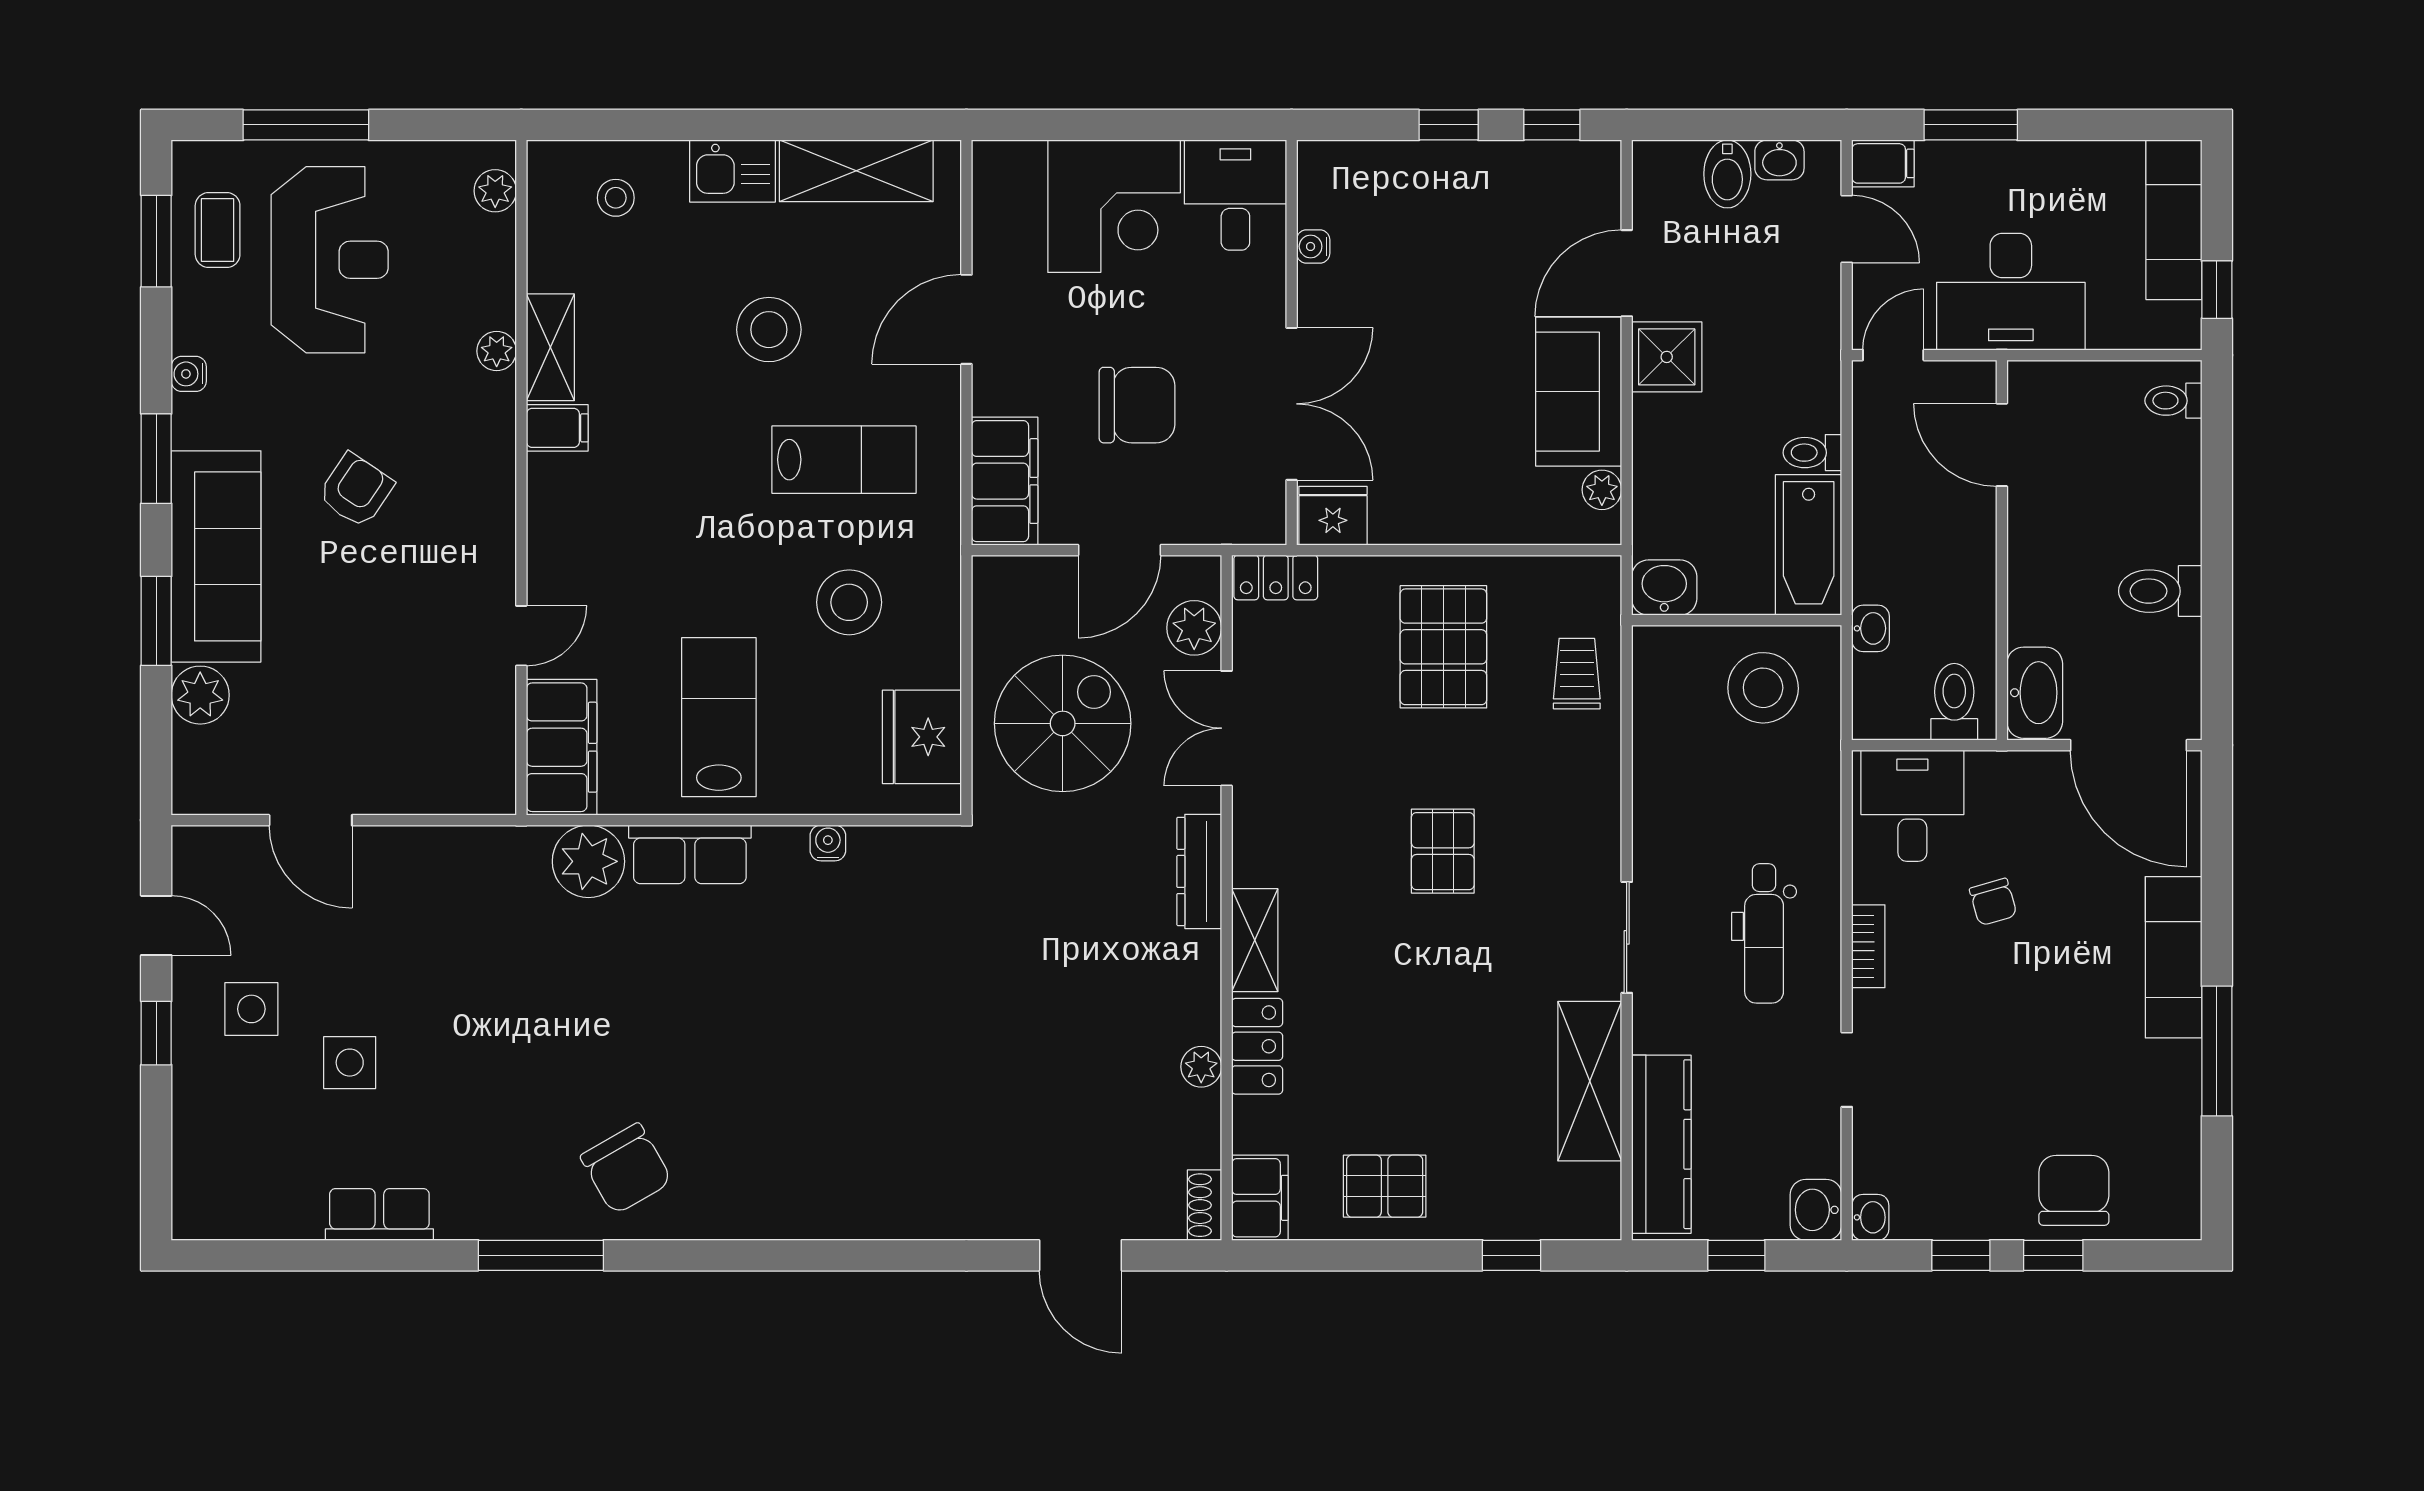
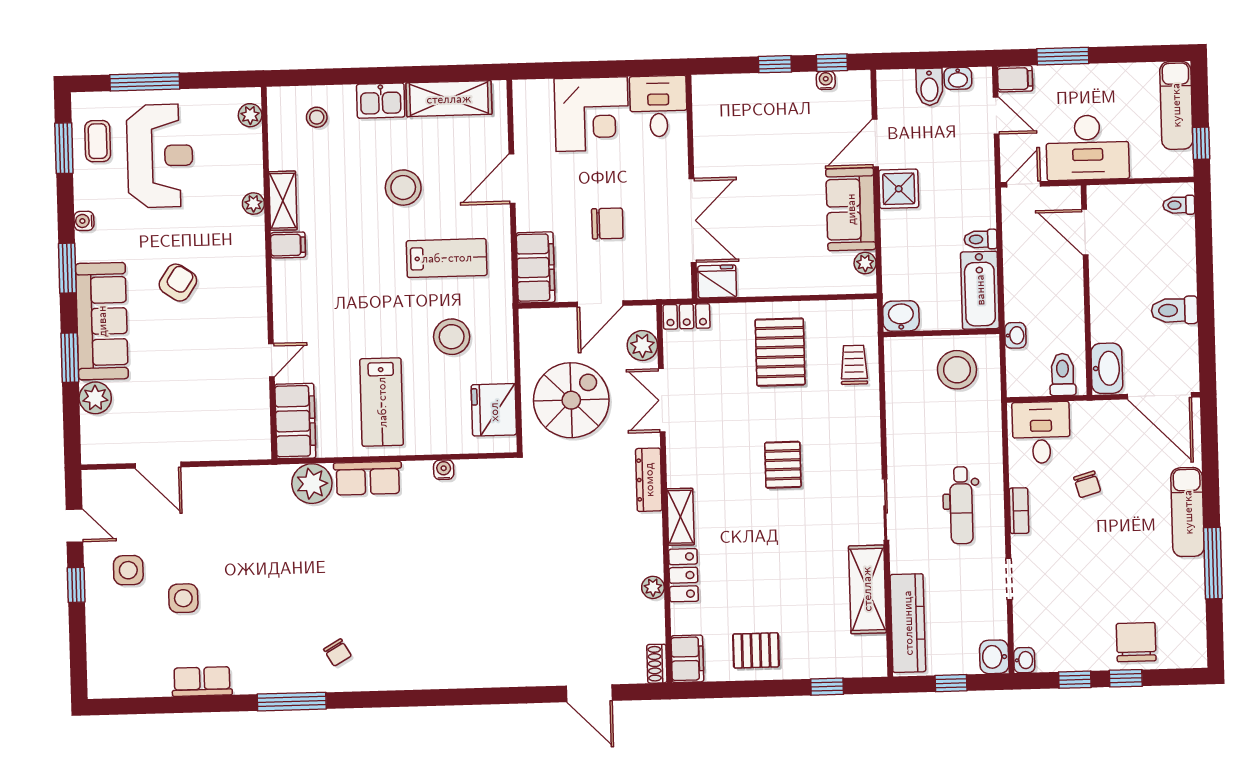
water cooler: (1313, 246) -> (826, 80), moved, turned 90
chair: (1137, 405) -> (607, 223), width x0.73, depth x0.73
lab bench: (719, 717) -> (382, 402), turned 180
chair: (626, 1169) -> (337, 652), width x0.54, depth x0.54

